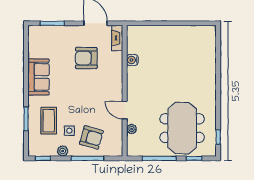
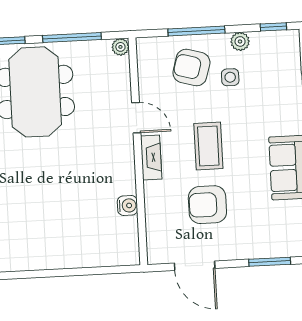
fireplace: (117, 38) -> (151, 157), moved
armchair: (86, 58) -> (207, 205), turned 180
coffee table: (49, 121) -> (208, 146), moved
plant: (132, 129) -> (120, 47), moved

